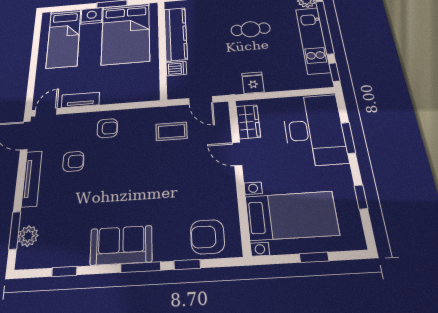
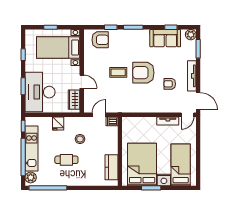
kitchen counter: (176, 34) -> (111, 167), width x0.67
stool: (231, 61) -> (80, 139), added
dishwasher: (176, 69) -> (112, 121), moved
fridge: (253, 83) -> (58, 123), moved
door: (201, 100) -> (99, 115), hinge flipped
armchair: (107, 128) -> (143, 73), moved, width x1.88, depth x1.88
coffee table: (172, 131) -> (118, 72), moved
plant: (28, 236) -> (191, 35), moved
sofa: (121, 245) -> (165, 38), moved

